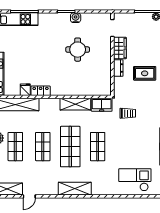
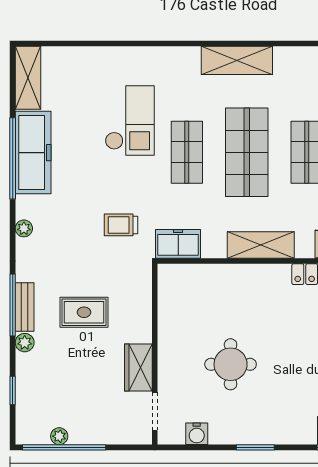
water cooler: (76, 18) -> (197, 434), moved
dresser: (118, 68) -> (142, 324), removed
shelving: (75, 104) -> (261, 245), moved
checkout: (135, 180) -> (130, 121), moved, turned -90

